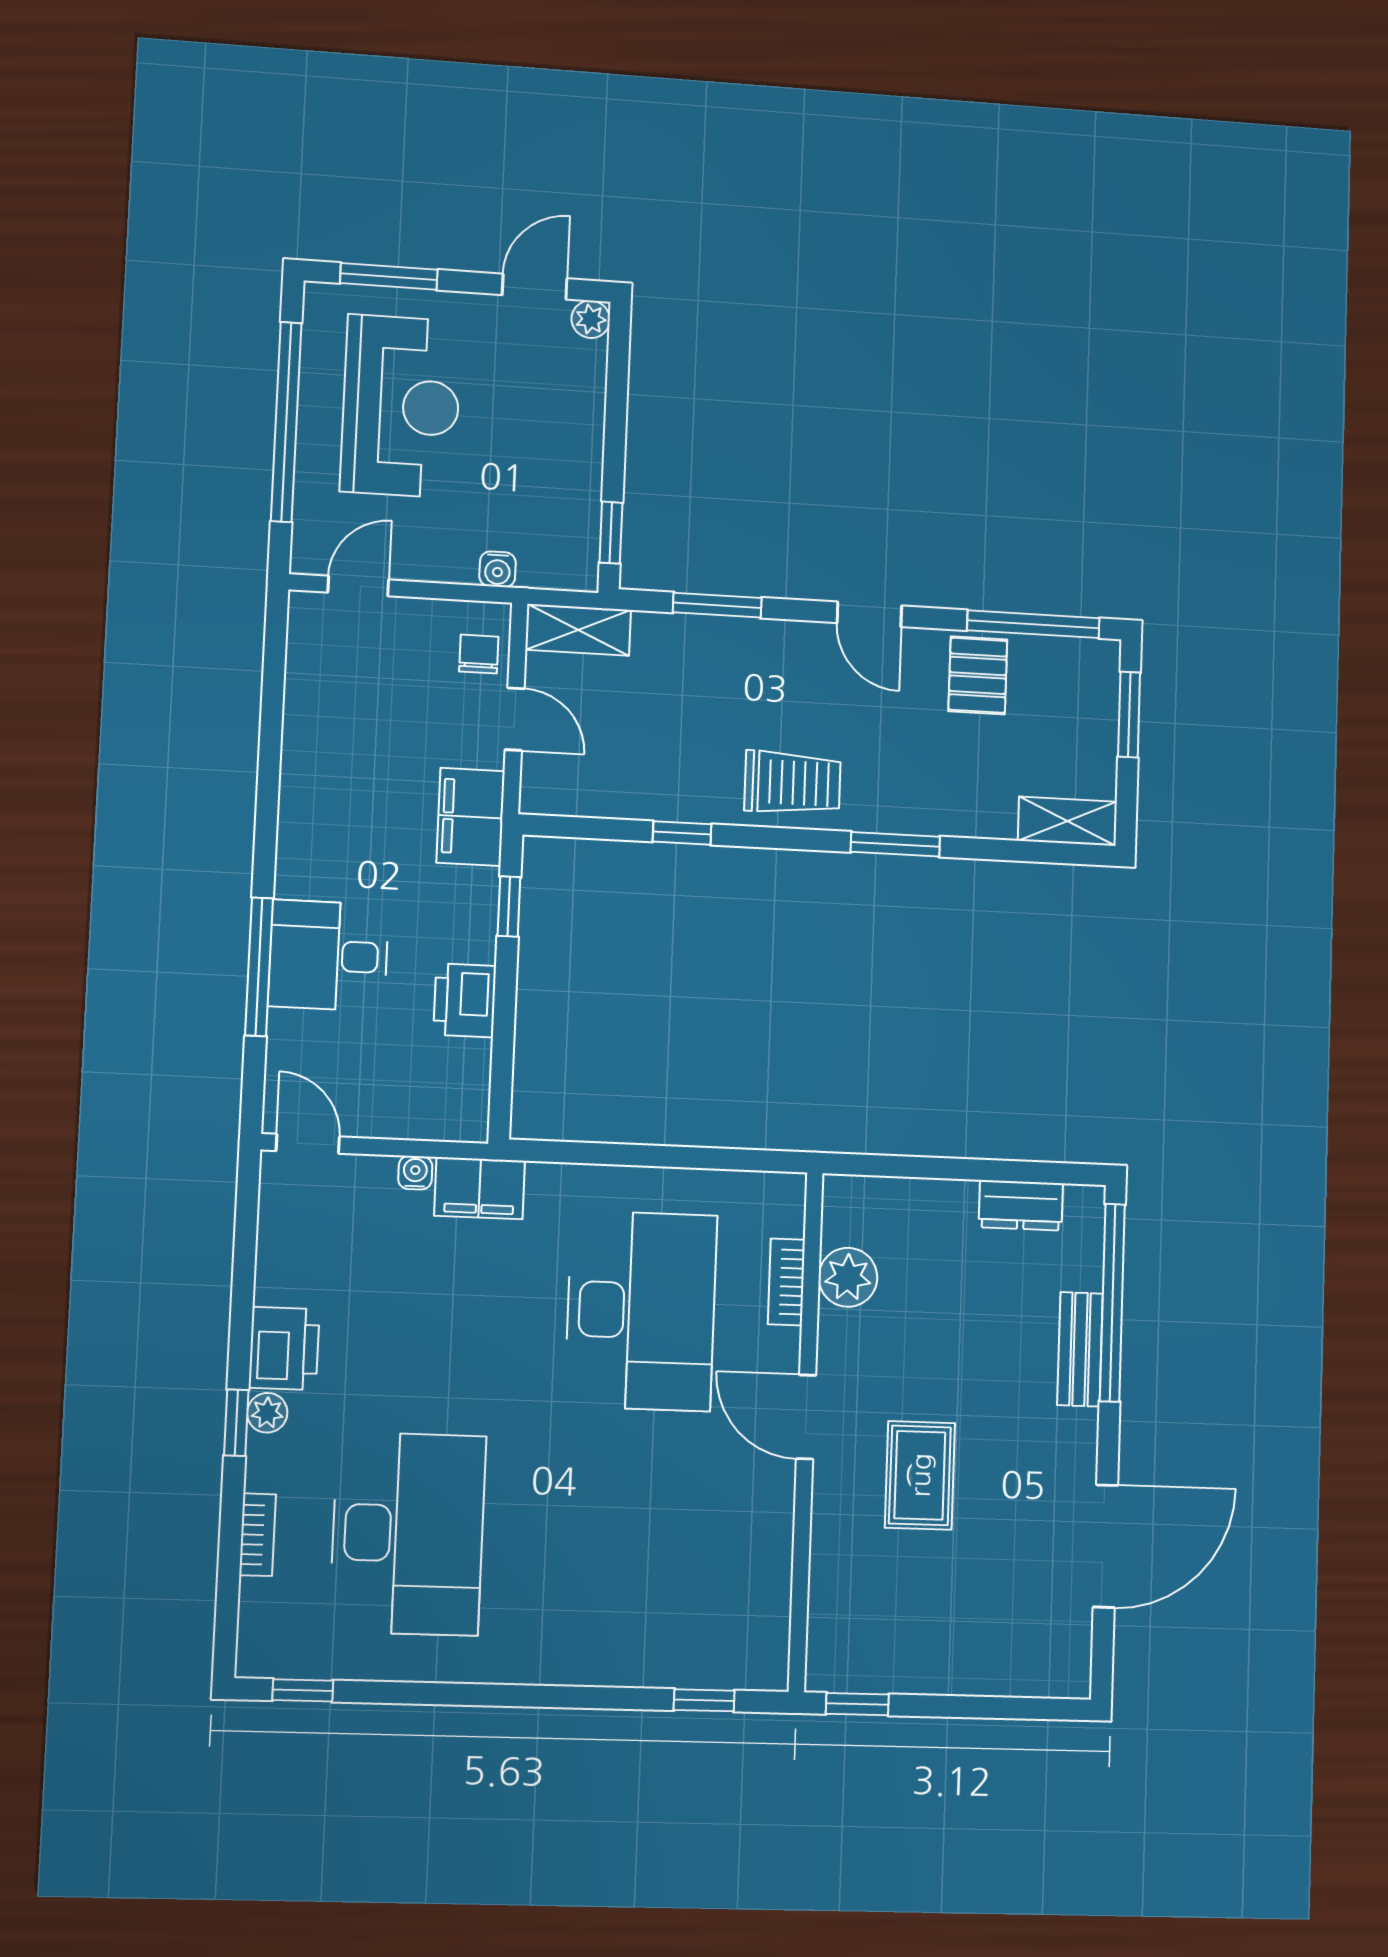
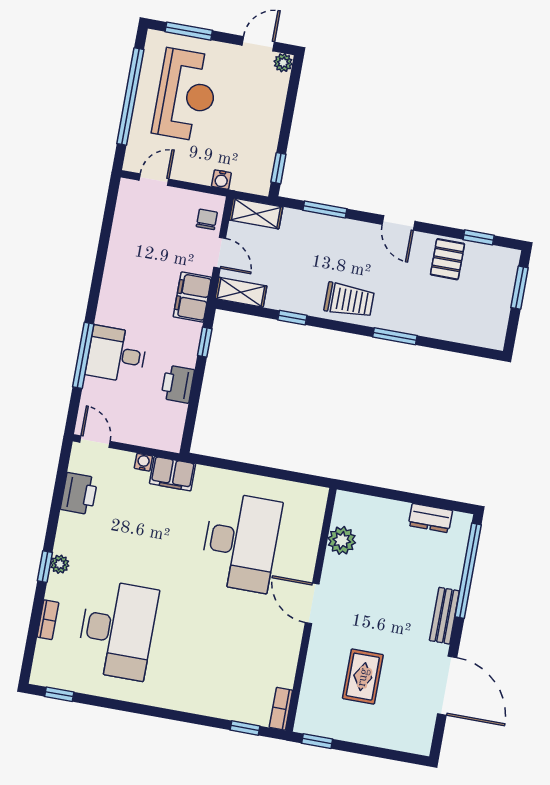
window: (1033, 624) -> (479, 237), width x0.46
shelving: (1067, 821) -> (241, 292), moved
bookcase: (786, 1282) -> (281, 709), moved
printer: (284, 1348) -> (79, 494), moved
bench: (1080, 1349) -> (444, 616), moved
rug: (920, 1475) -> (363, 677), moved
door: (1105, 1546) -> (447, 686), hinge flipped

